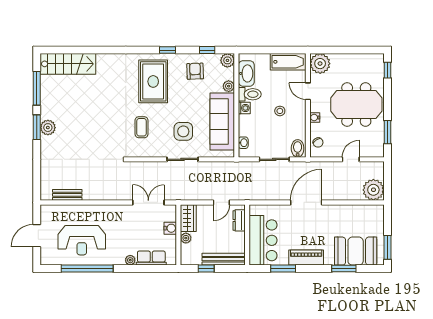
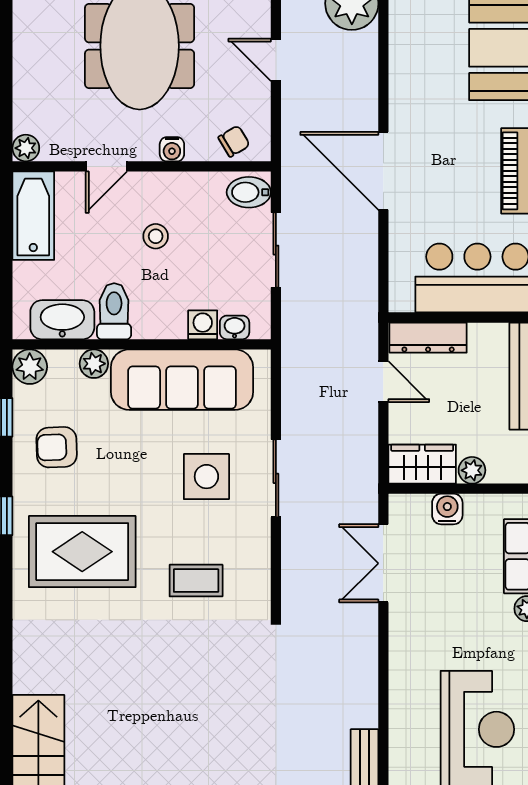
plant: (320, 64) -> (26, 148), width x0.53, depth x0.53
washing machine: (244, 108) -> (203, 325), moved
dresser: (239, 220) -> (428, 338), width x1.44

